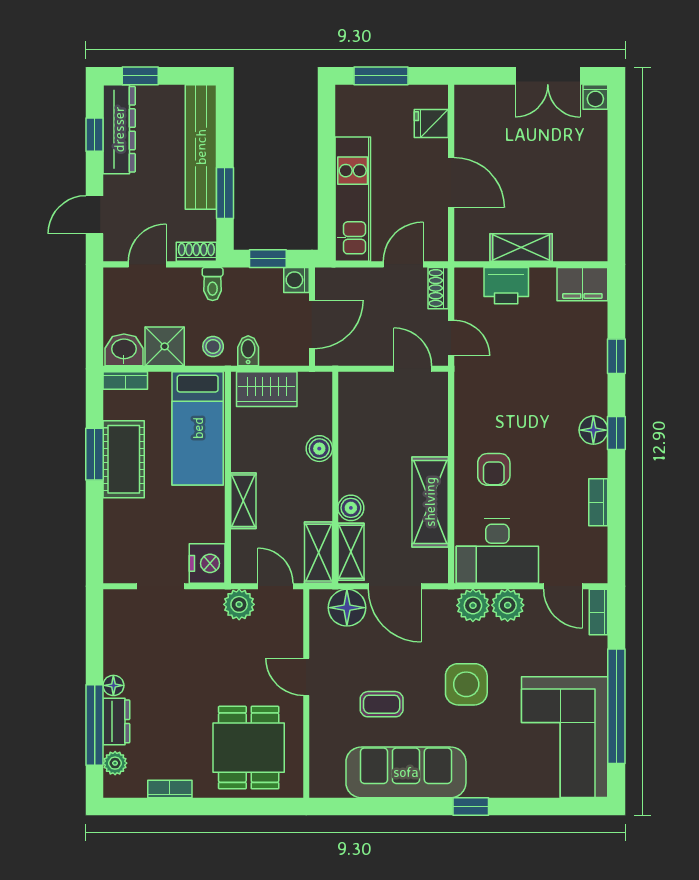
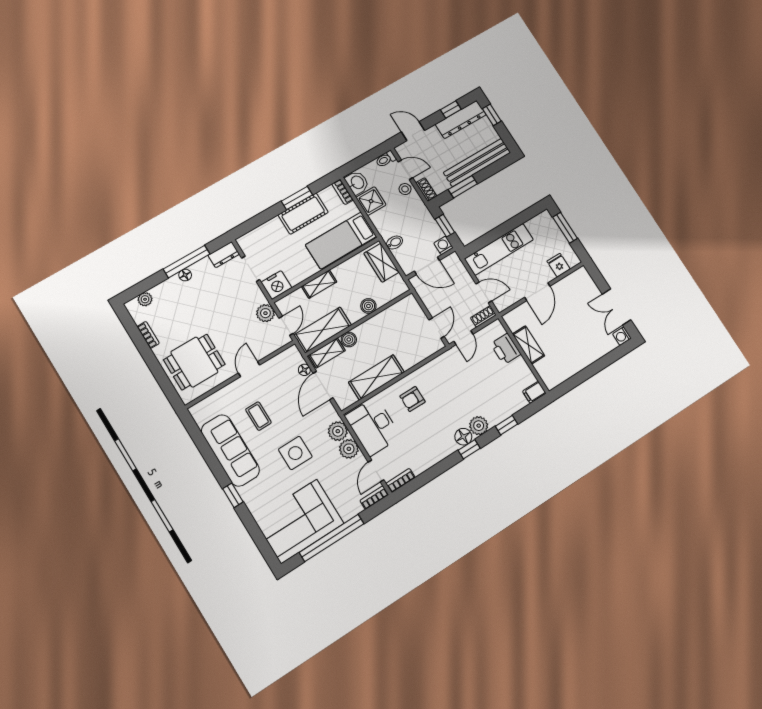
toilet: (213, 284) -> (386, 159), moved
filing cabinet: (582, 284) -> (534, 392), width x0.50
stool: (213, 346) -> (405, 189), moved
plant: (592, 397) -> (479, 426), added
bookcase: (598, 502) -> (401, 480), moved
shelving: (318, 553) -> (323, 330), width x1.50, depth x1.33
floor lamp: (347, 608) -> (304, 370), width x0.53, depth x0.53
dresser: (116, 721) -> (224, 255), moved
window: (95, 725) -> (187, 261), moved

